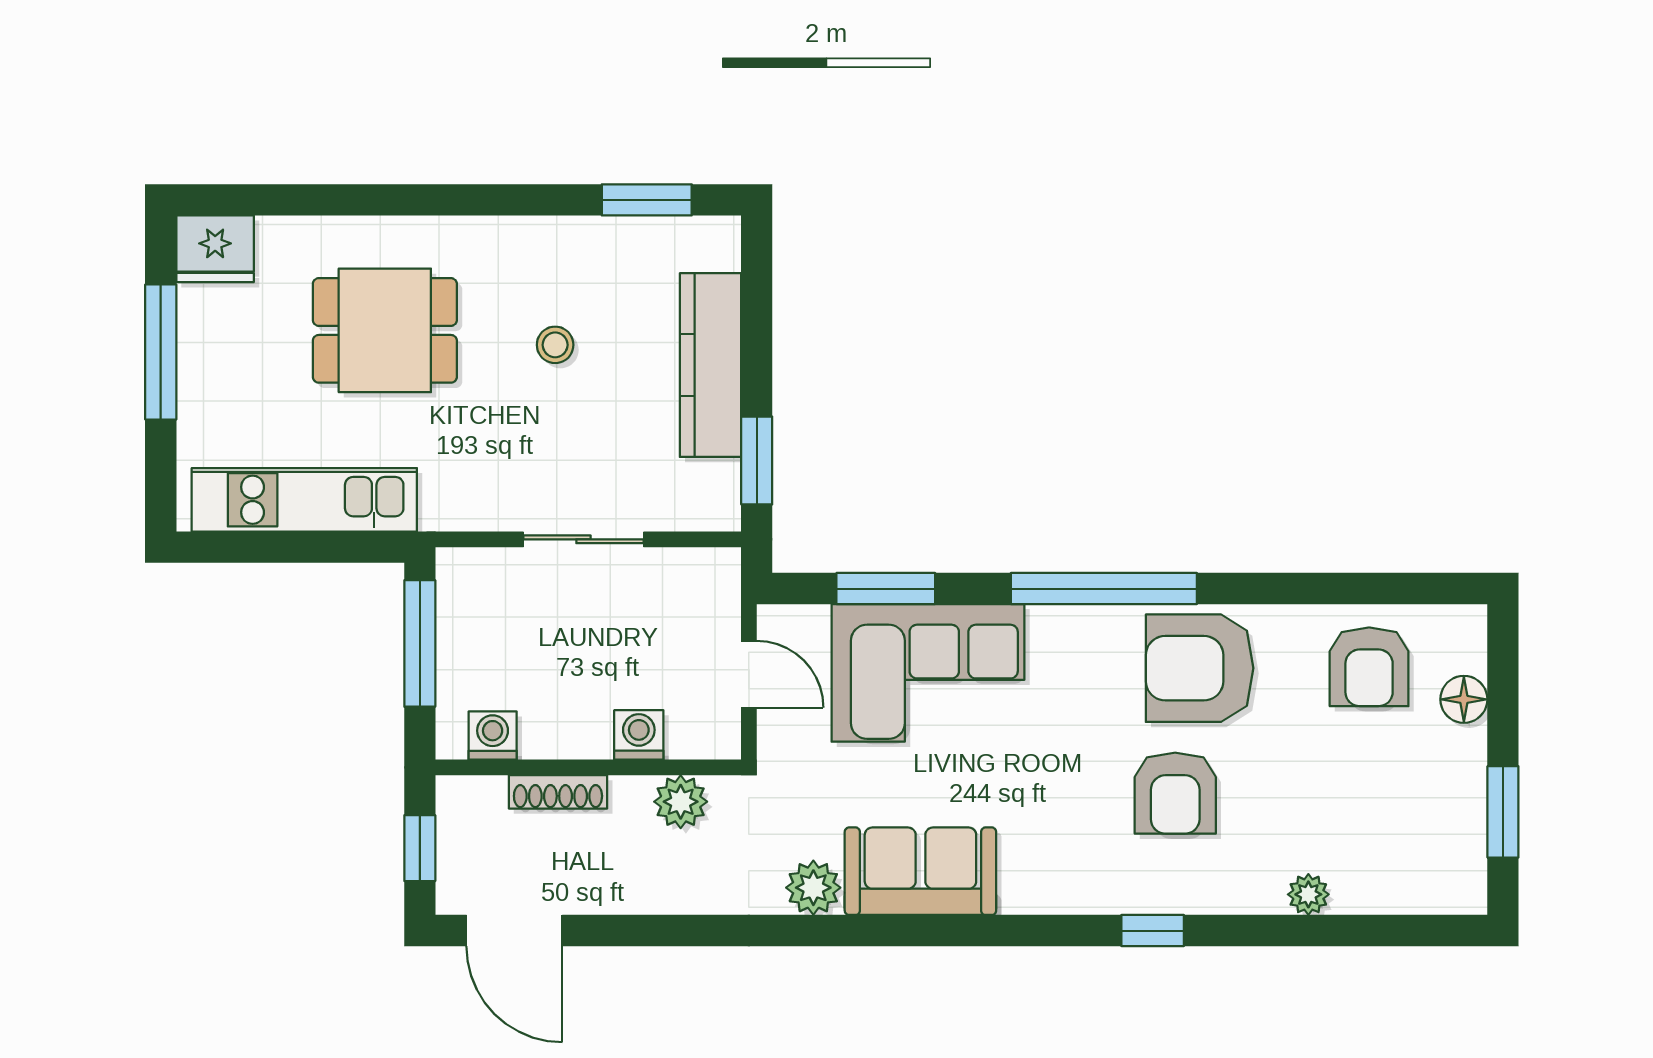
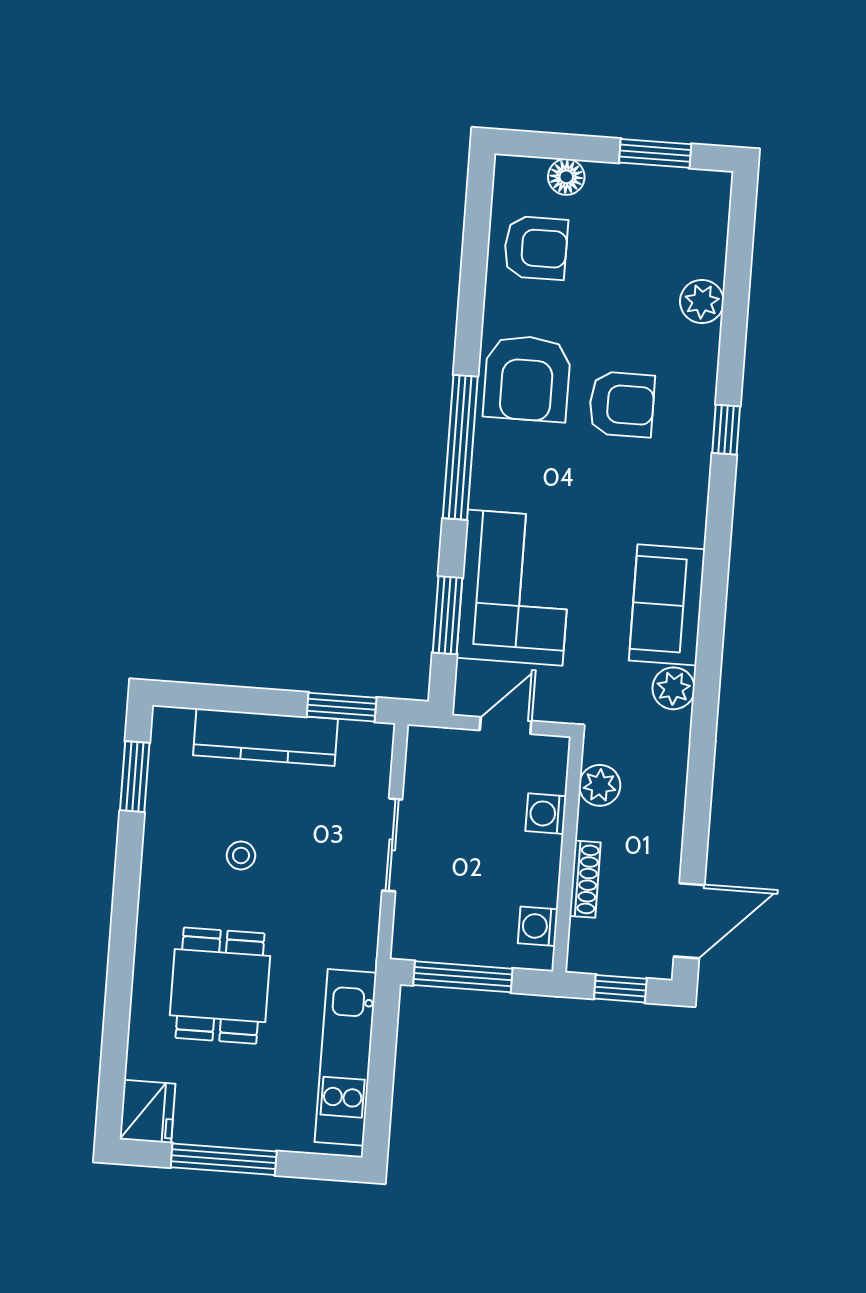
plant: (1308, 894) -> (702, 301), width x1.38, depth x1.38

